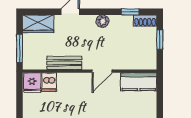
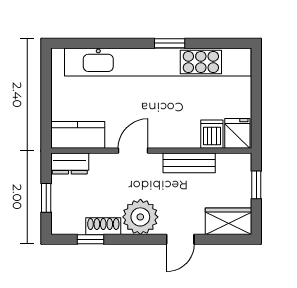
plant: (102, 21) -> (140, 217), width x1.87, depth x1.87
shoe rack: (145, 21) -> (103, 226), moved
window: (19, 48) -> (256, 185), width x0.67
dresser: (144, 62) -> (70, 164), added

